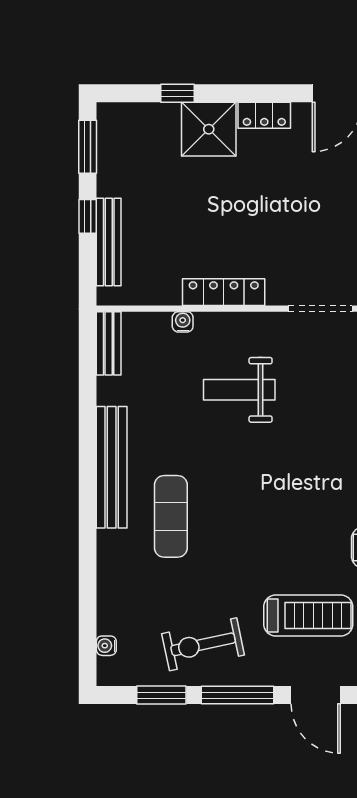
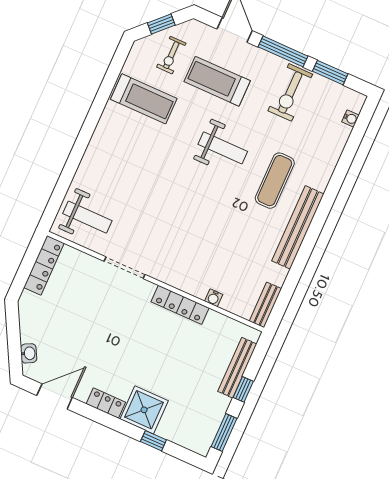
weight bench: (239, 390) -> (223, 148), moved
exercise bike: (203, 644) -> (290, 92), turned 102

